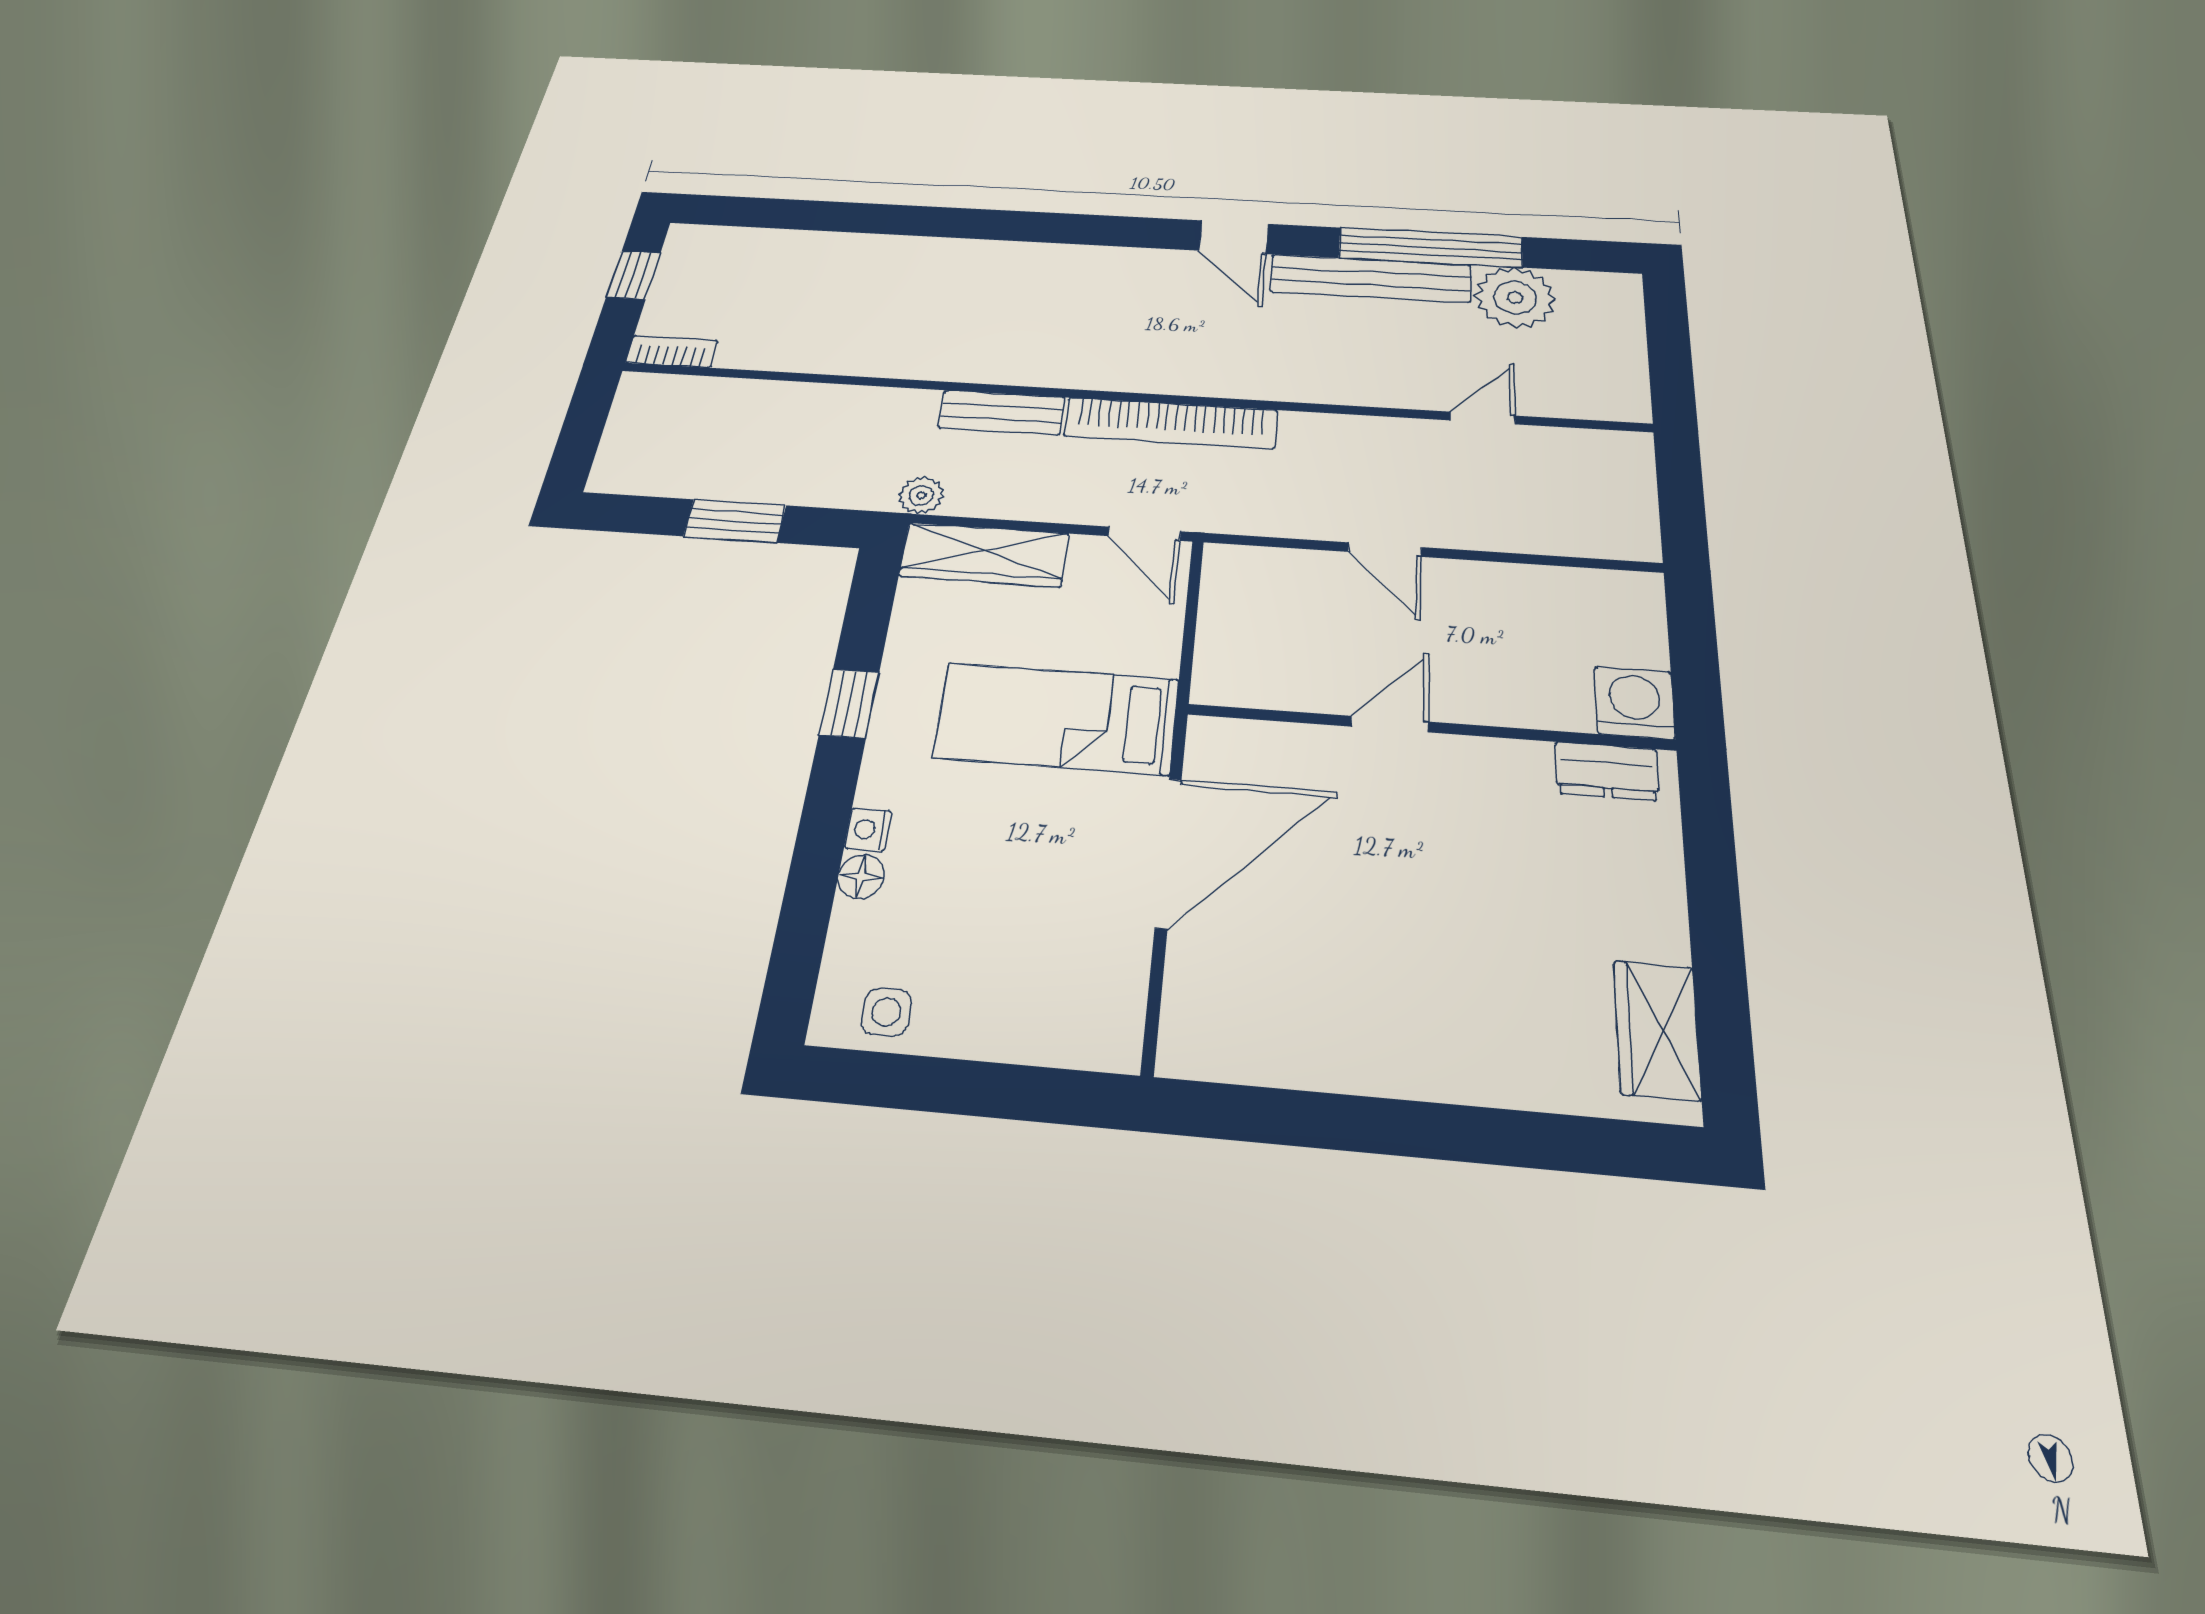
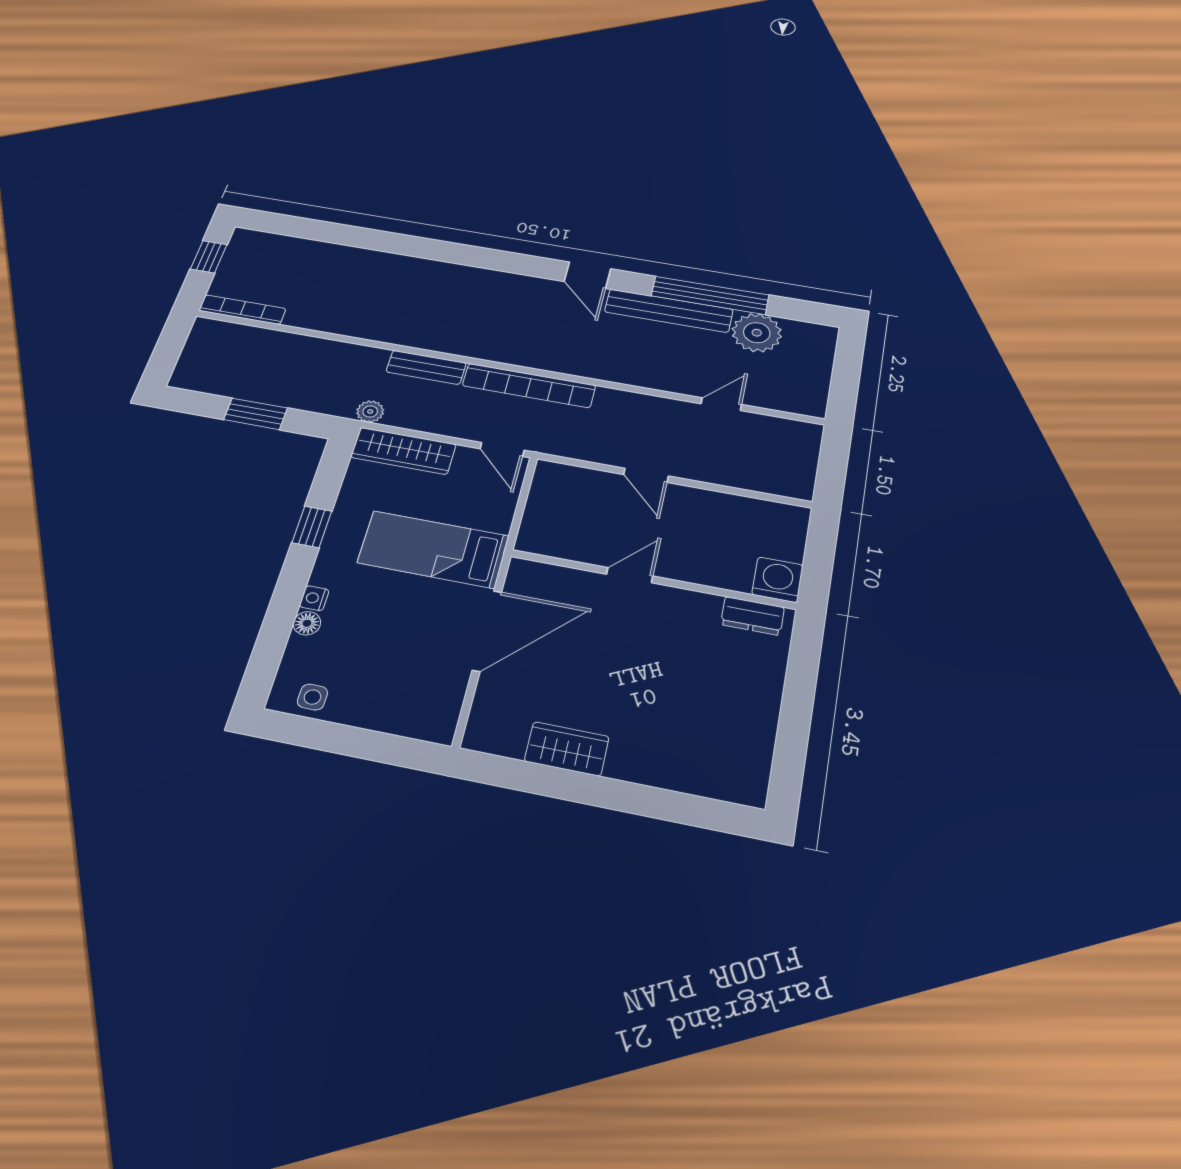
bookcase: (672, 352) -> (242, 310), width x1.56
wardrobe: (1657, 1030) -> (567, 749), moved, turned 90

